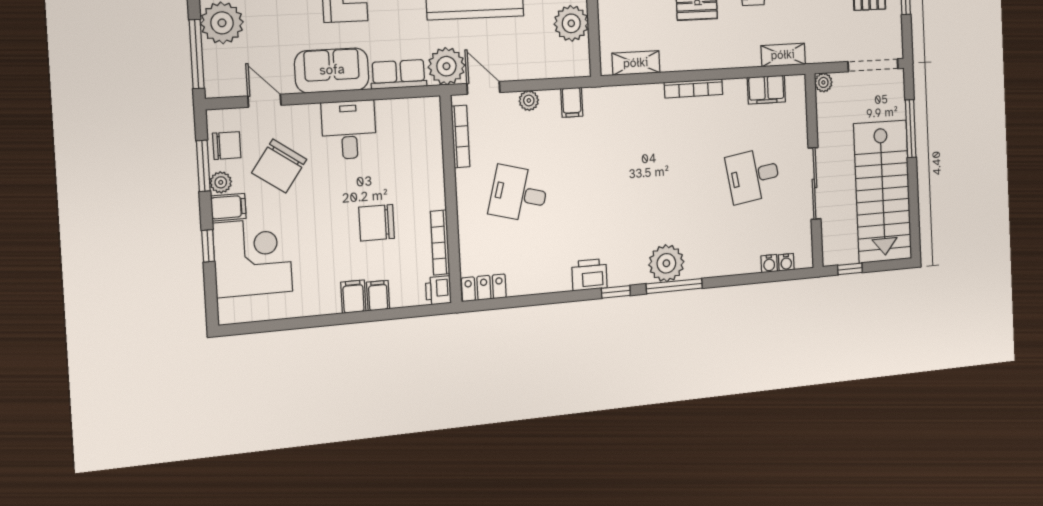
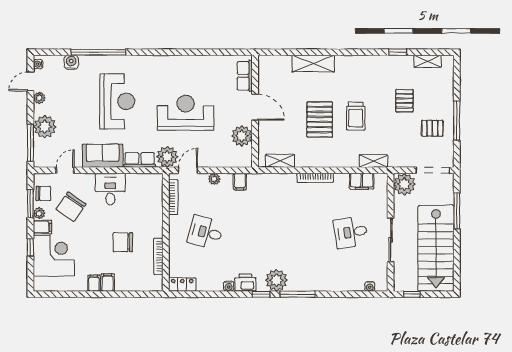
plant: (823, 82) -> (404, 184), width x1.87, depth x1.87
door: (483, 88) -> (188, 170), hinge flipped
door: (265, 101) -> (65, 170), hinge flipped
plant: (666, 263) -> (276, 280), moved
water cooler: (769, 264) -> (229, 286), moved
printer: (438, 290) -> (156, 283), removed
filing cabinet: (378, 296) -> (94, 283), moved

